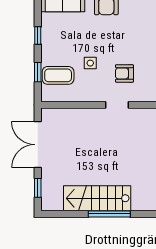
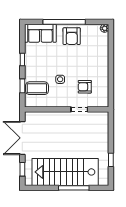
stairs: (97, 198) -> (65, 172), width x1.36, depth x1.51

